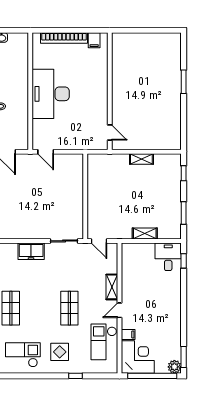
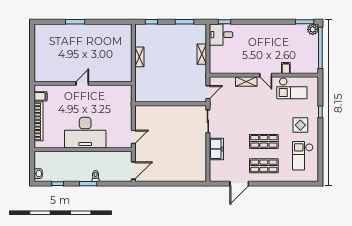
door: (110, 132) -> (82, 83), moved
shop shelf: (69, 308) -> (264, 141), moved
corner desk: (138, 357) -> (305, 60), removed

